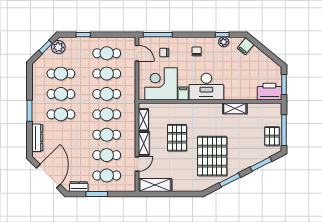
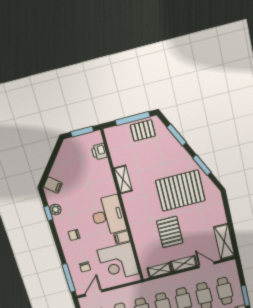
printer: (269, 92) -> (99, 152), width x0.53, depth x0.68
pallet: (177, 138) -> (170, 232), turned 90

